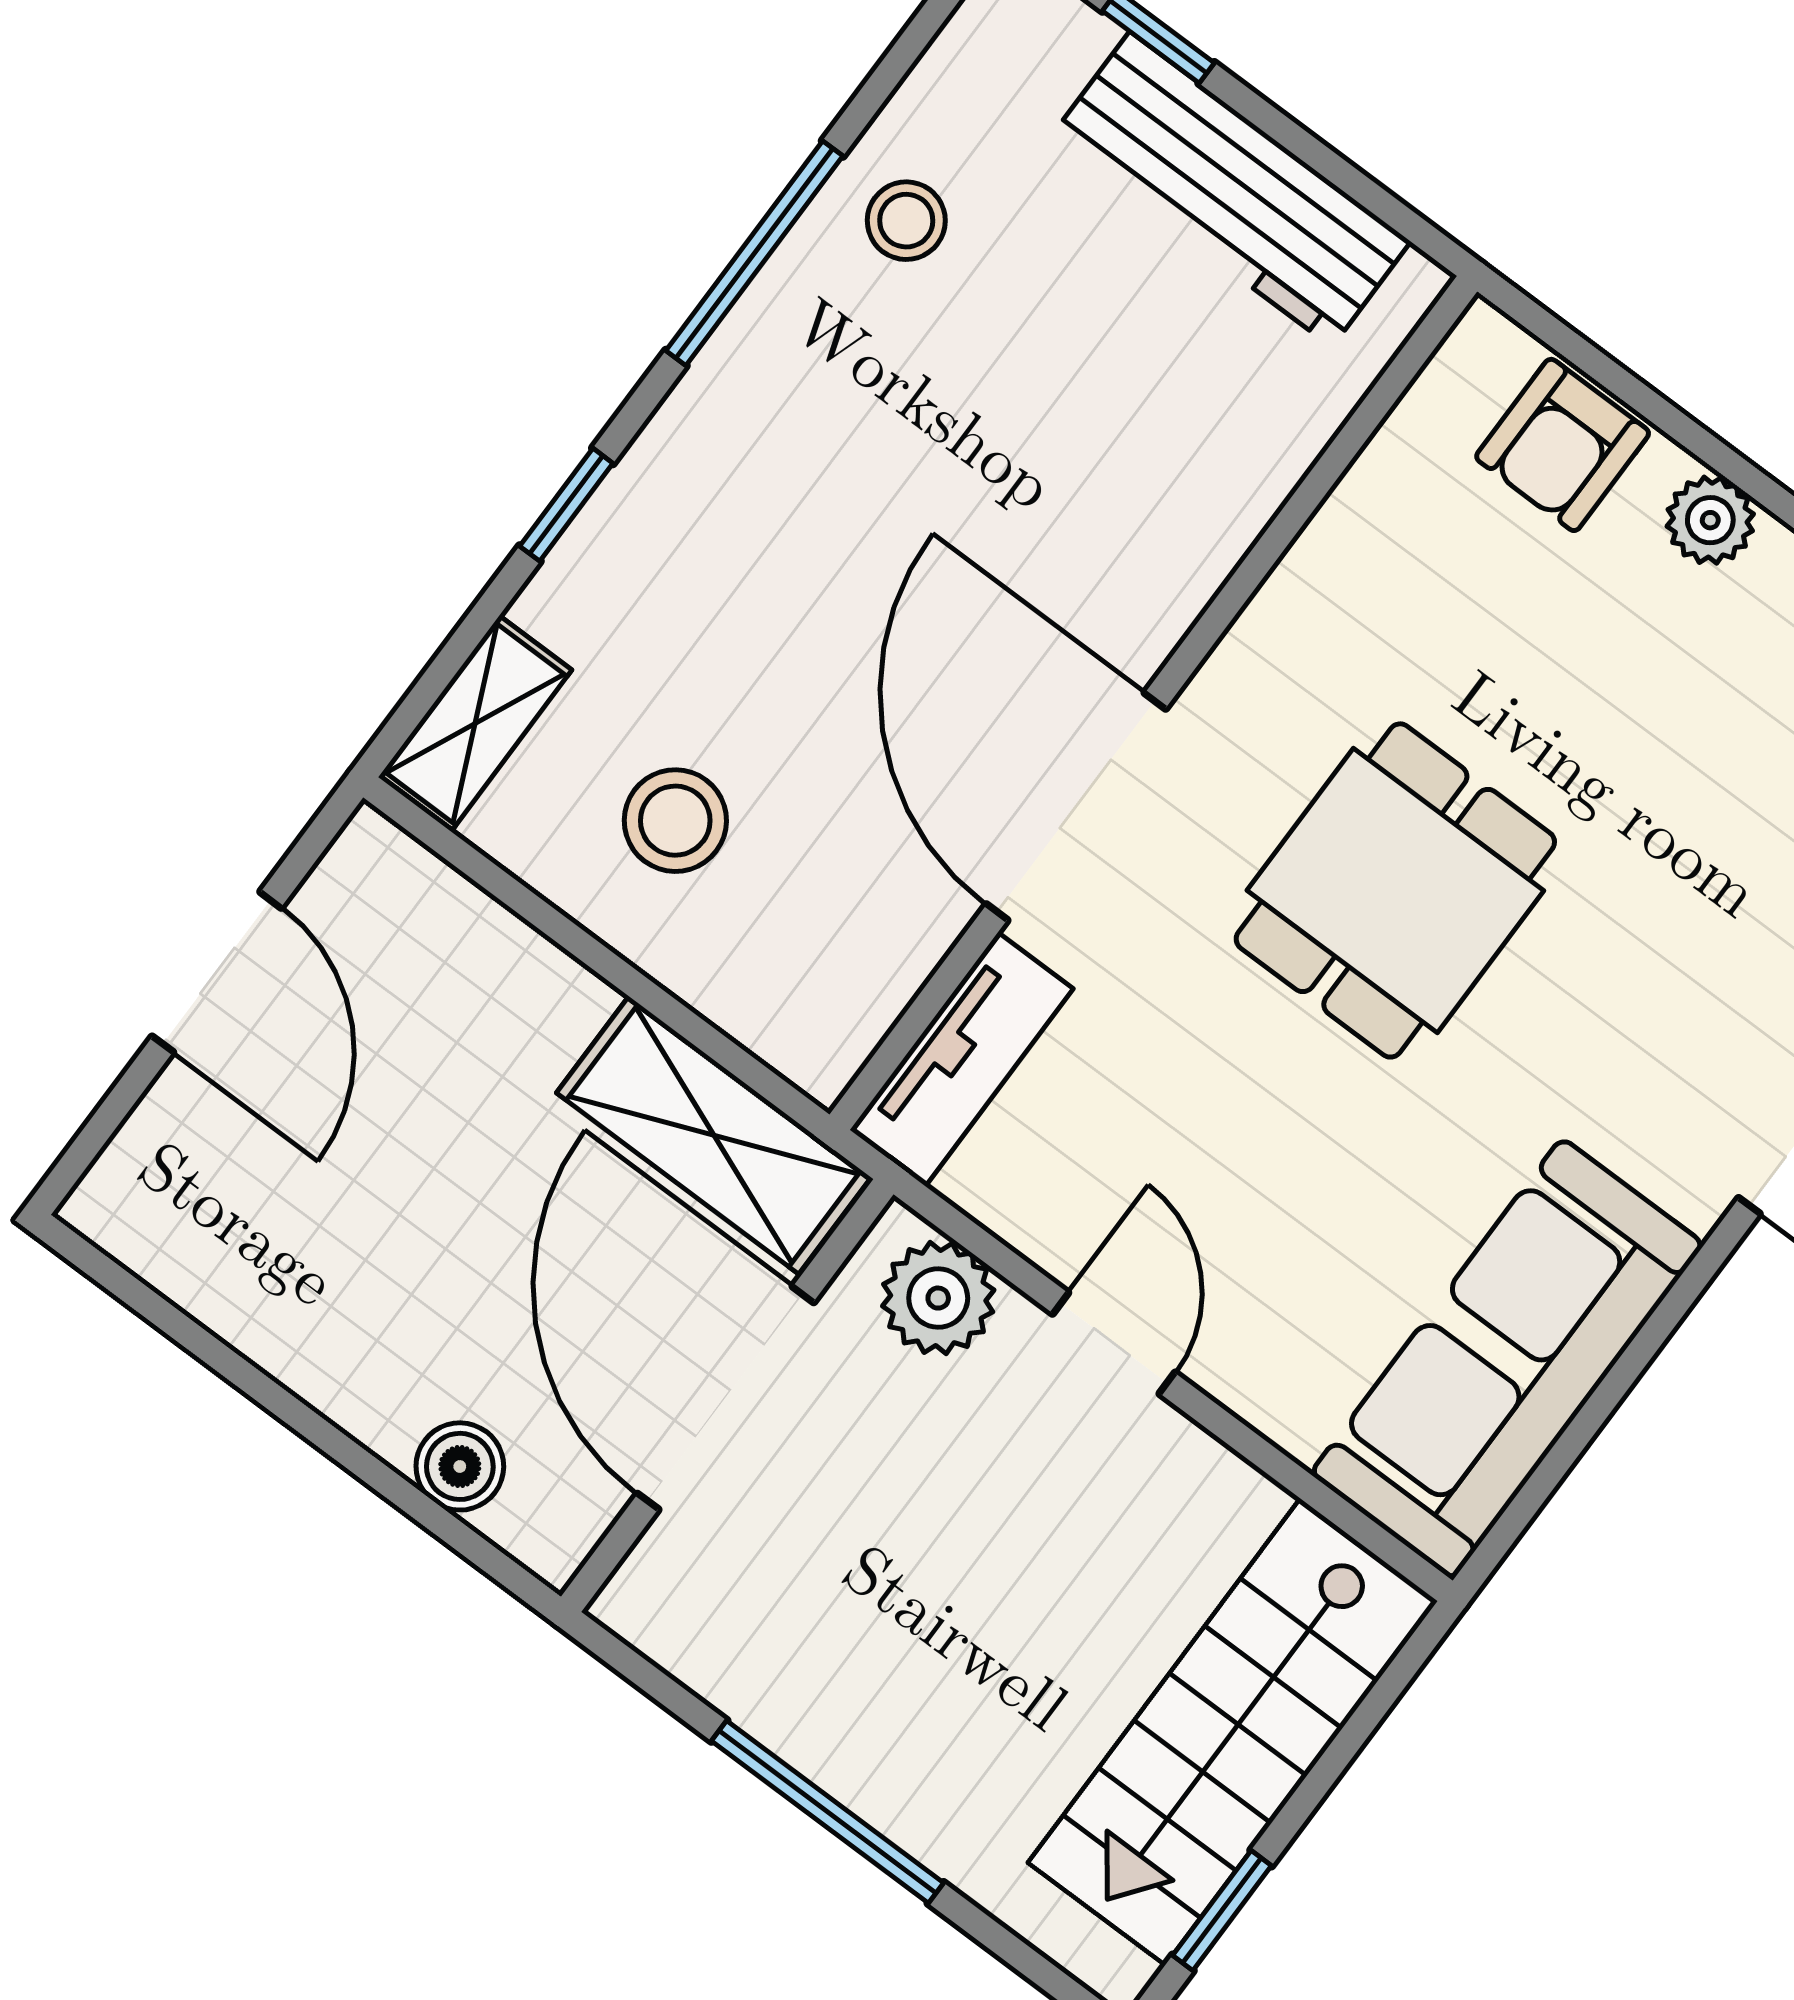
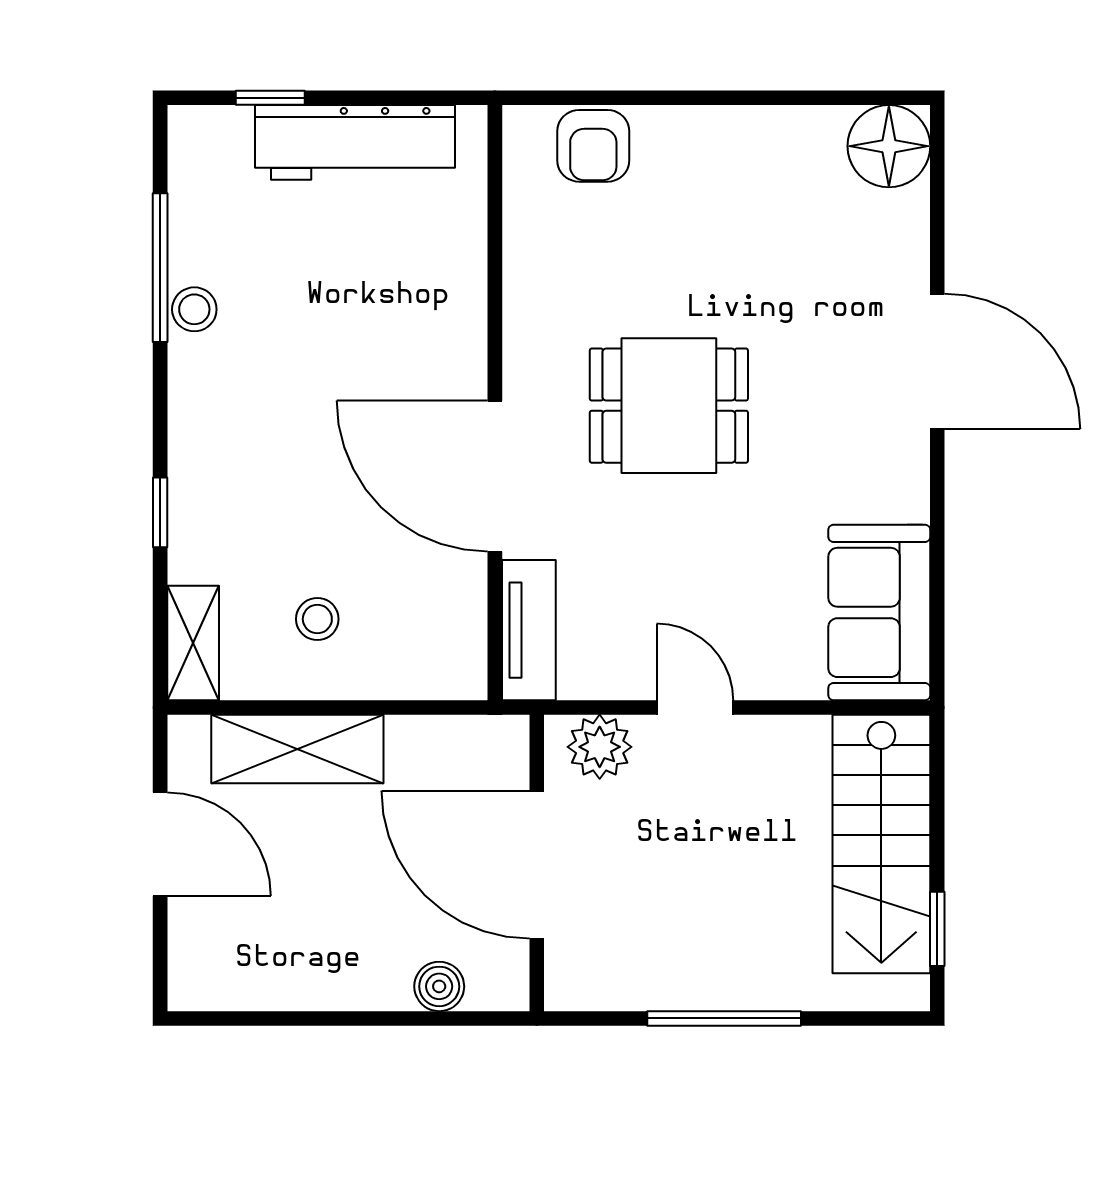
stool: (906, 221) -> (194, 309), moved
window: (754, 253) -> (160, 268), moved
plant: (1710, 520) -> (686, 130), removed
stool: (675, 821) -> (317, 619), width x0.73, depth x0.73
dining table: (1395, 890) -> (669, 406), turned 90
shelving: (714, 1135) -> (297, 749), moved
sofa: (1507, 1359) -> (879, 612), width x0.73

